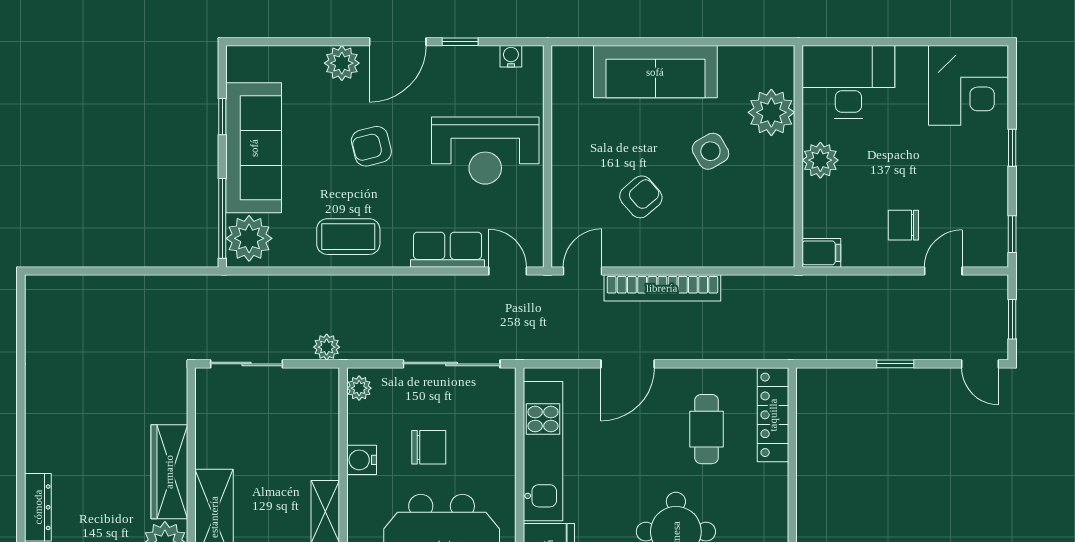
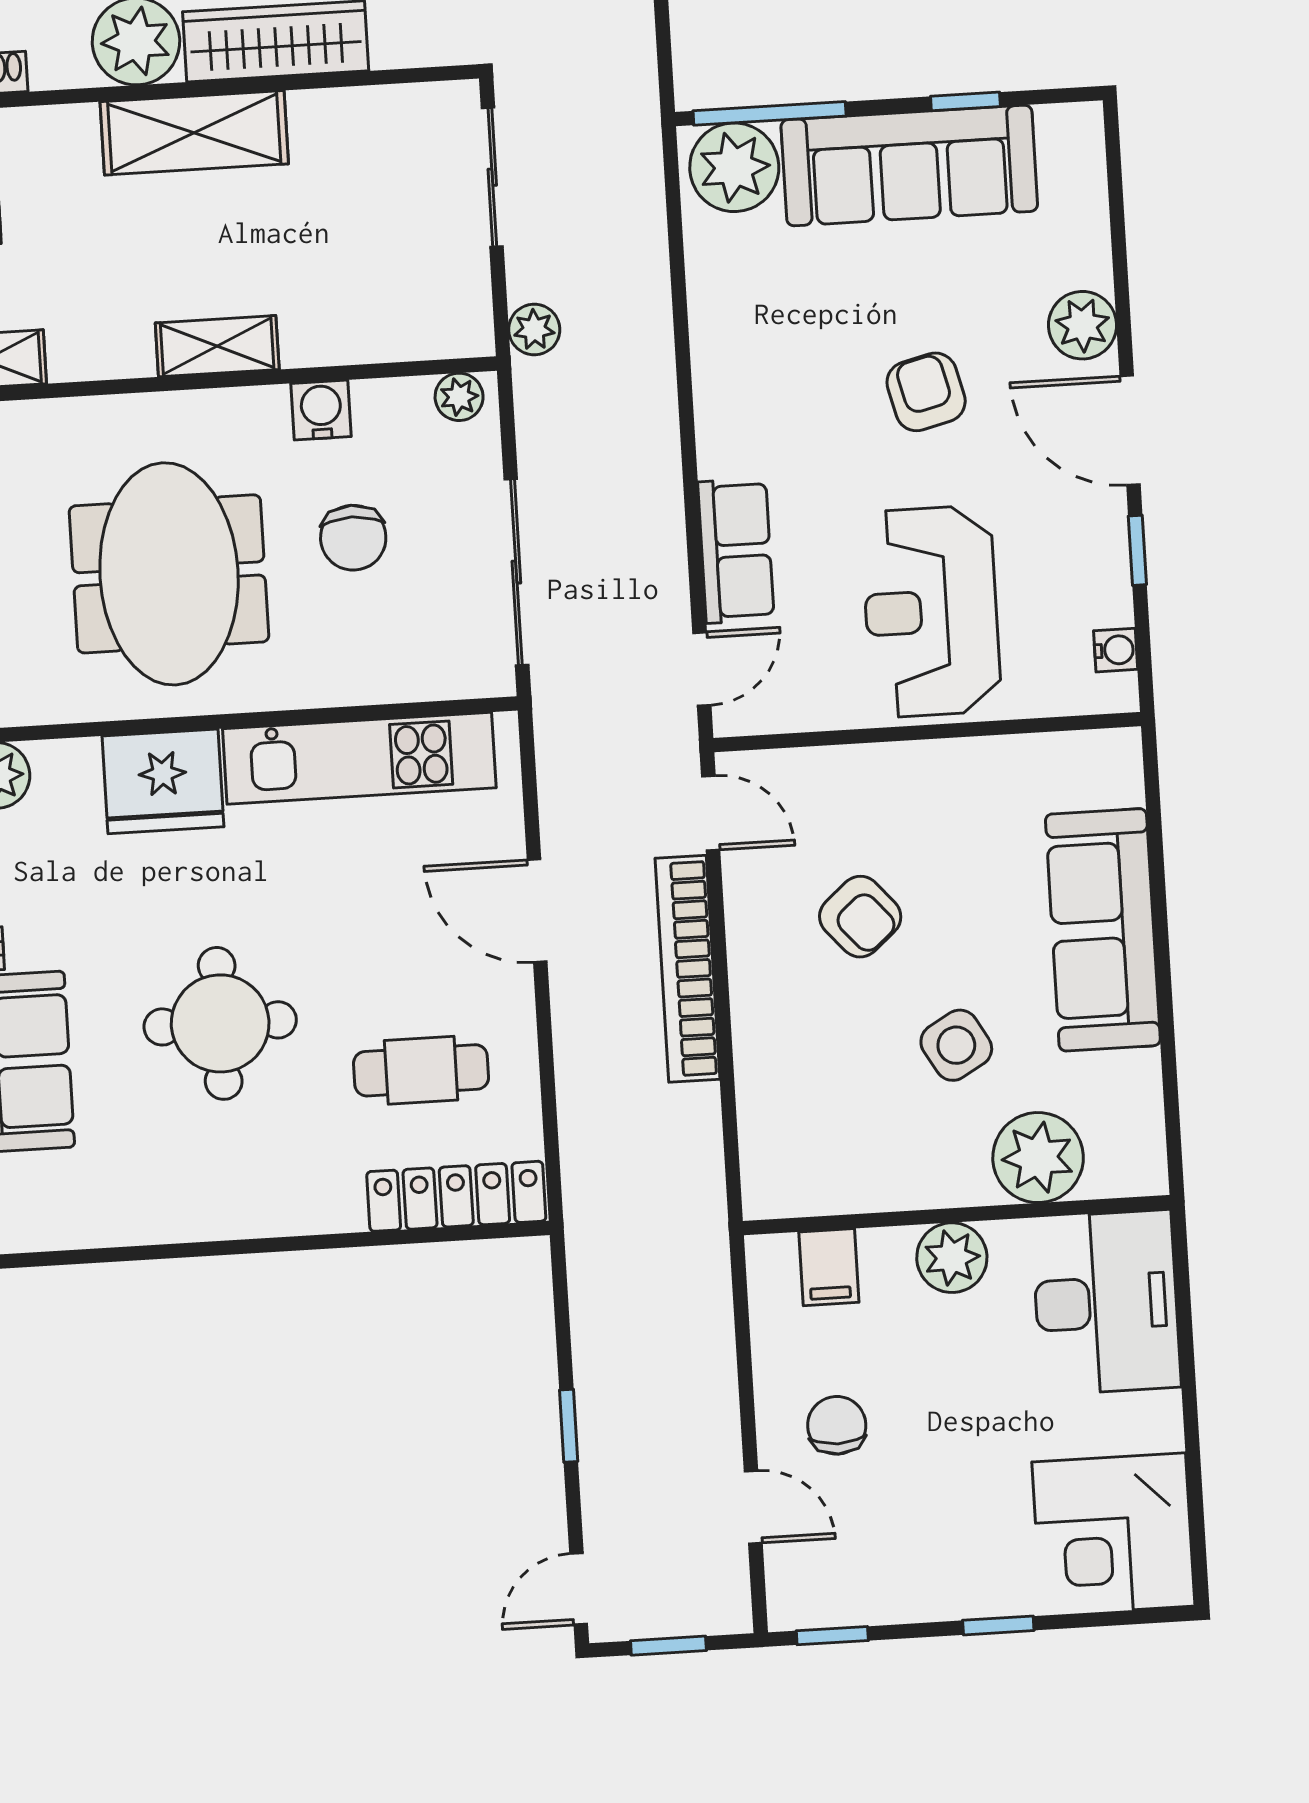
coffee table: (348, 237) -> (749, 358), removed
filing cabinet: (821, 253) -> (829, 1267), moved

